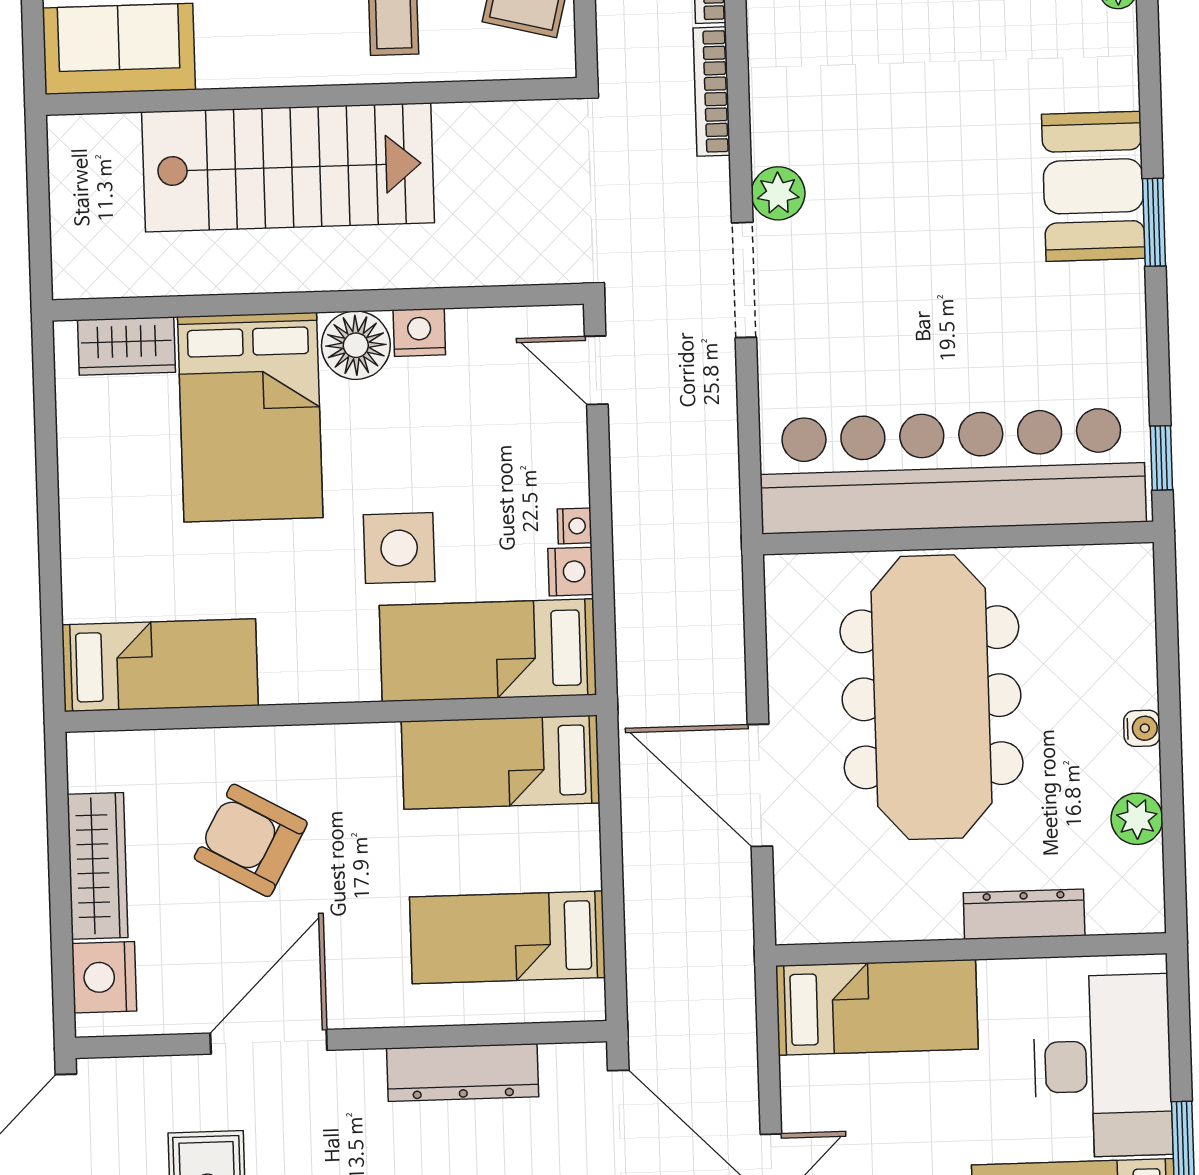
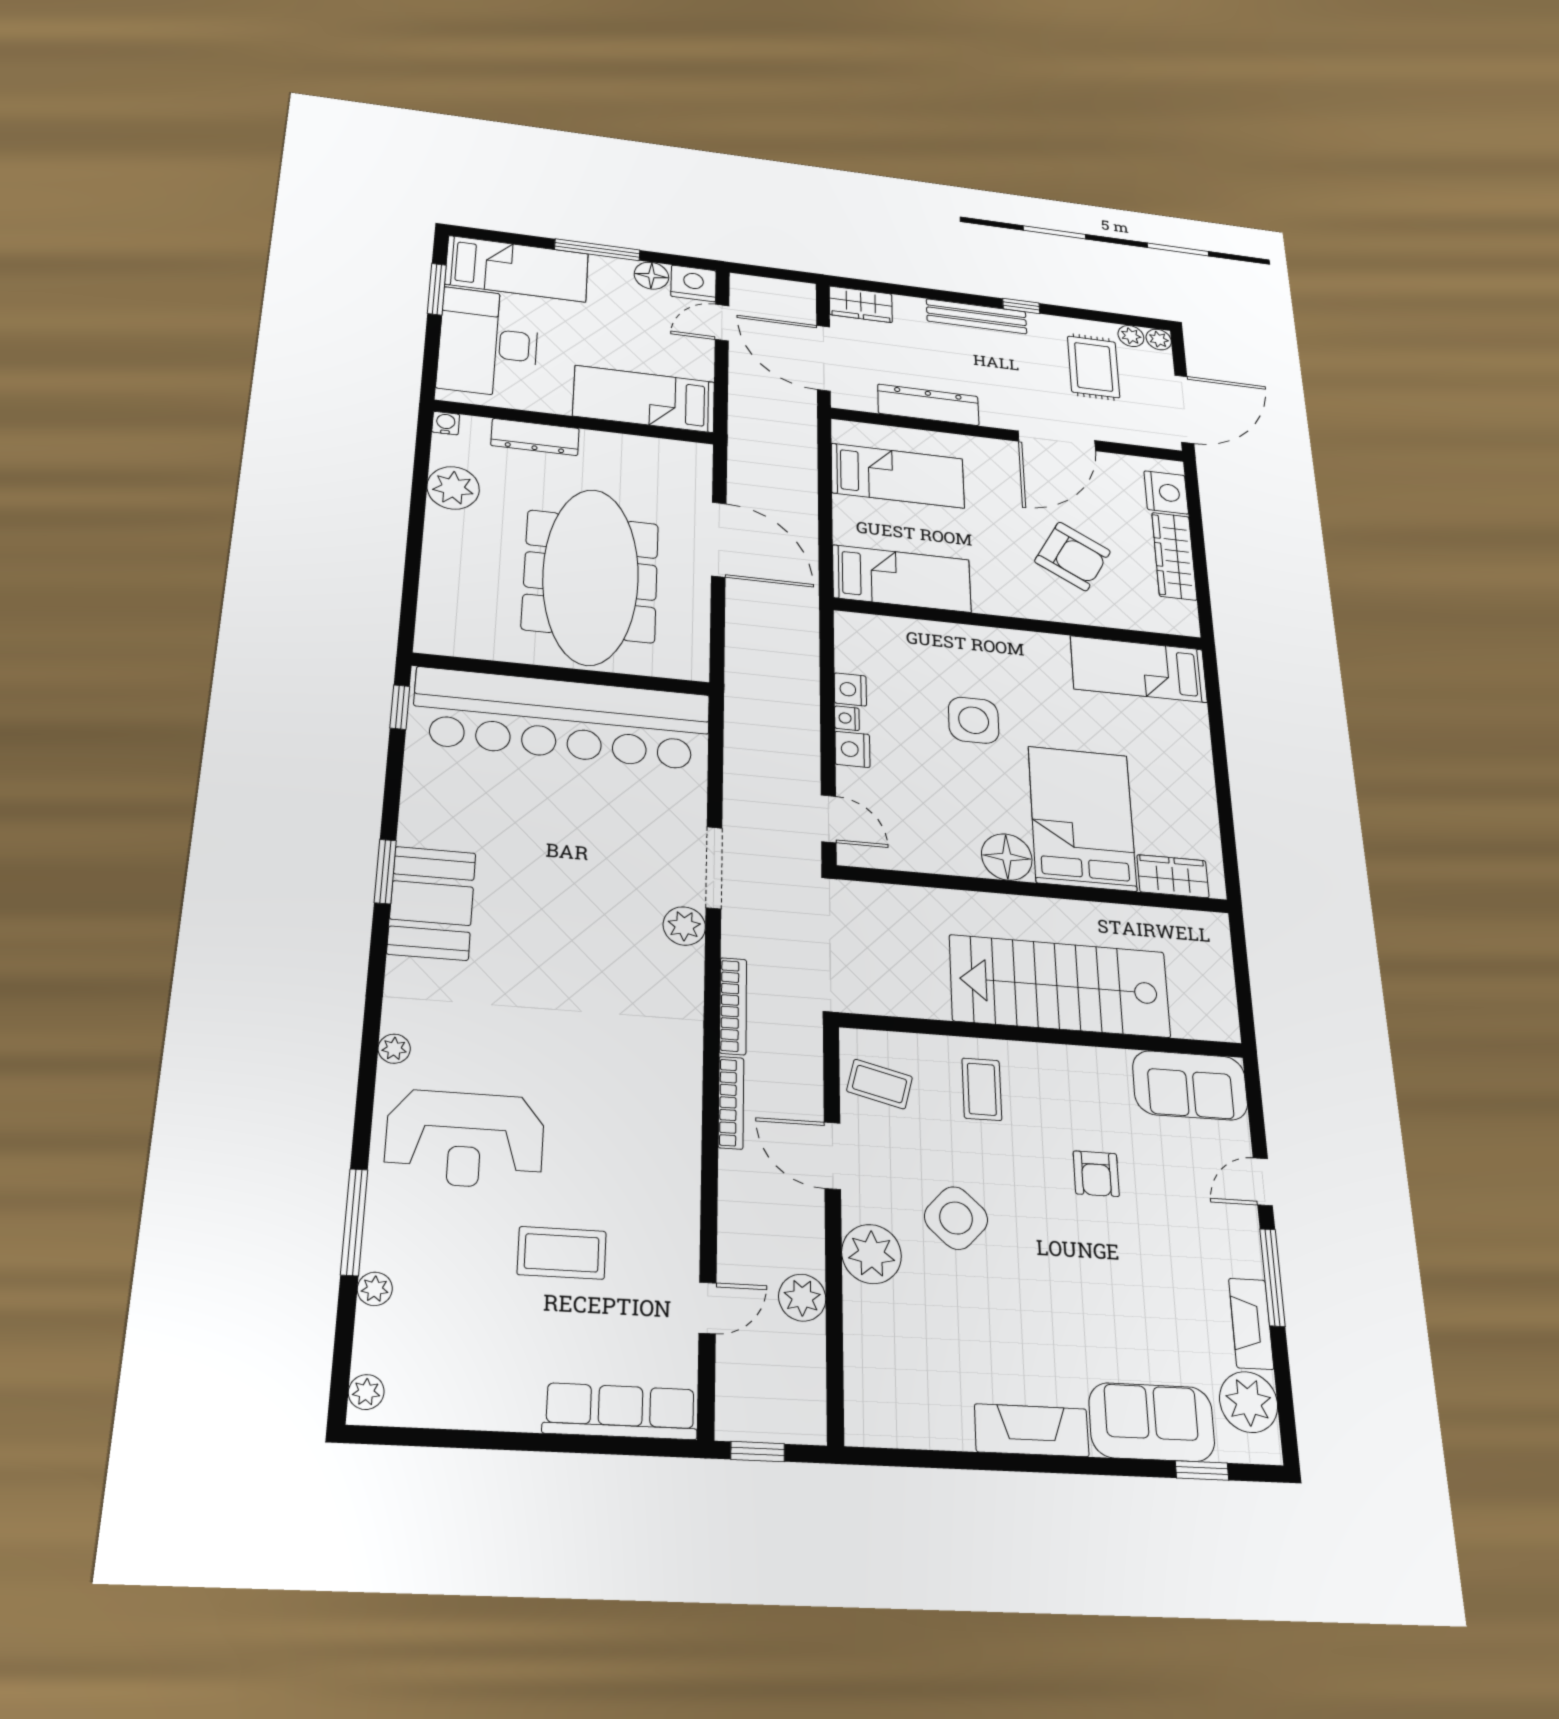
nightstand: (419, 332) -> (852, 749), moved, turned 90
bed: (488, 650) -> (910, 648), removed
water cooler: (1142, 728) -> (446, 423), moved, turned 90
plant: (1137, 819) -> (453, 488), width x1.36, depth x1.36

